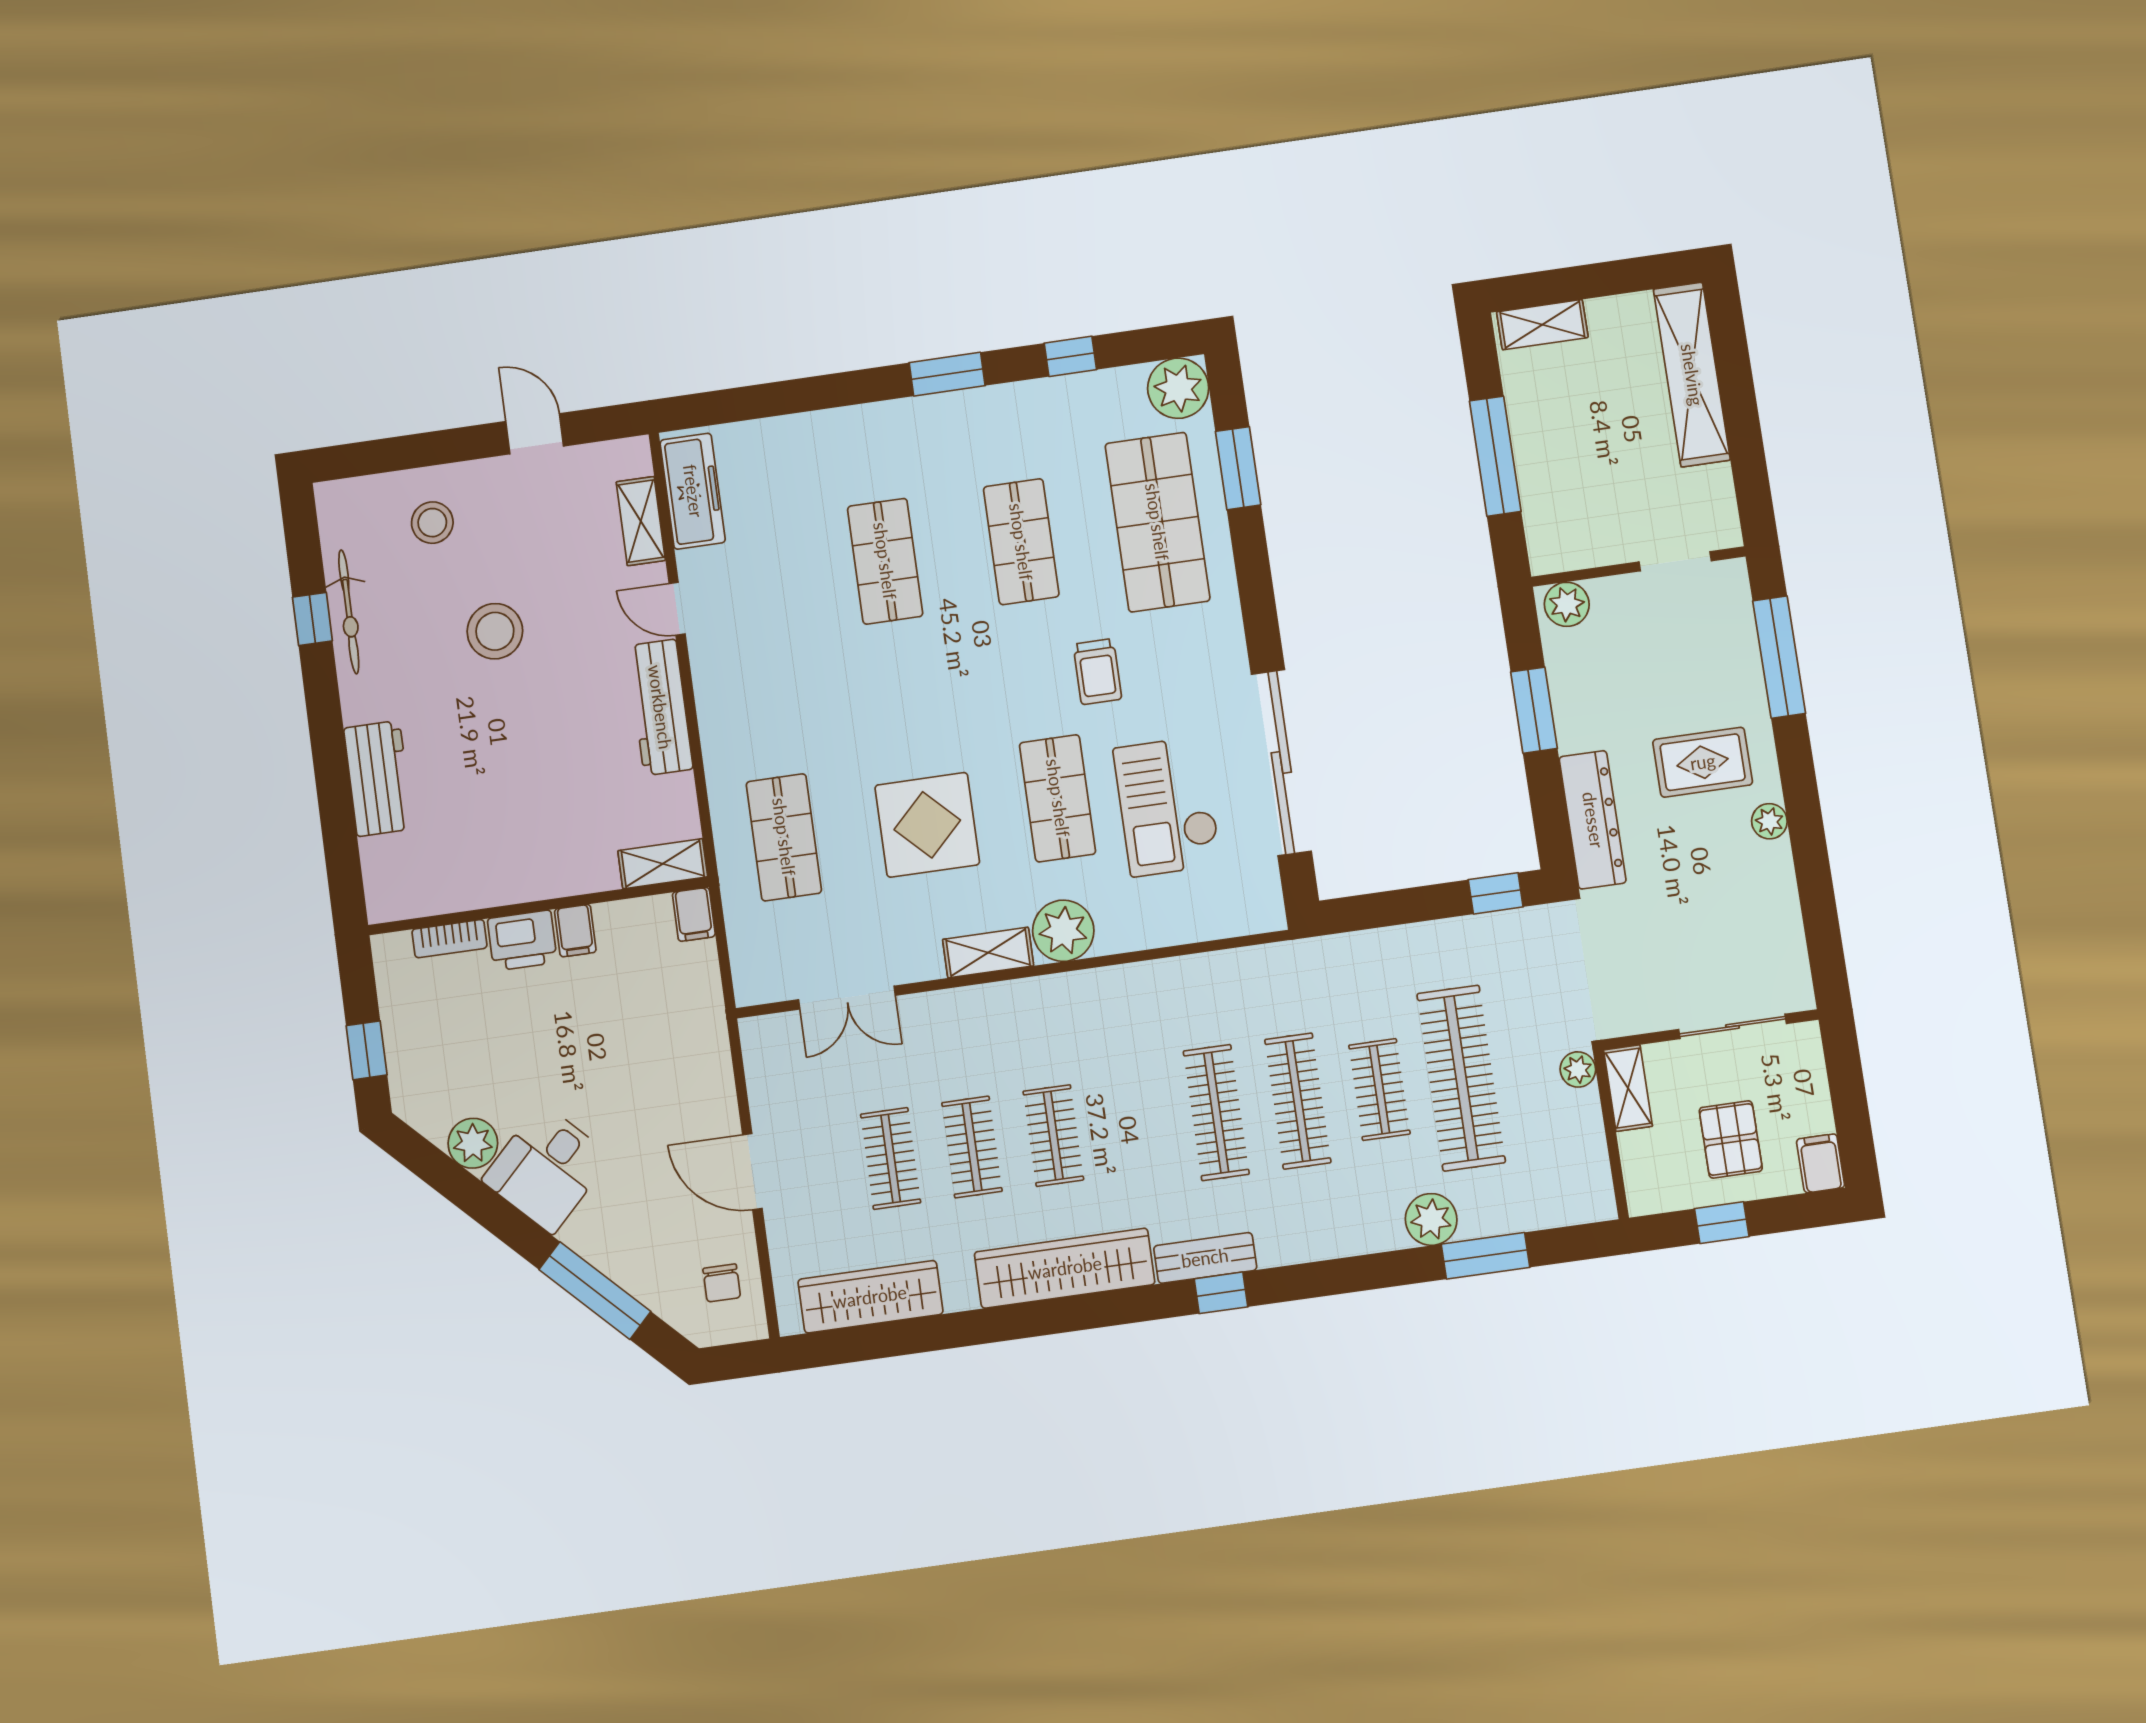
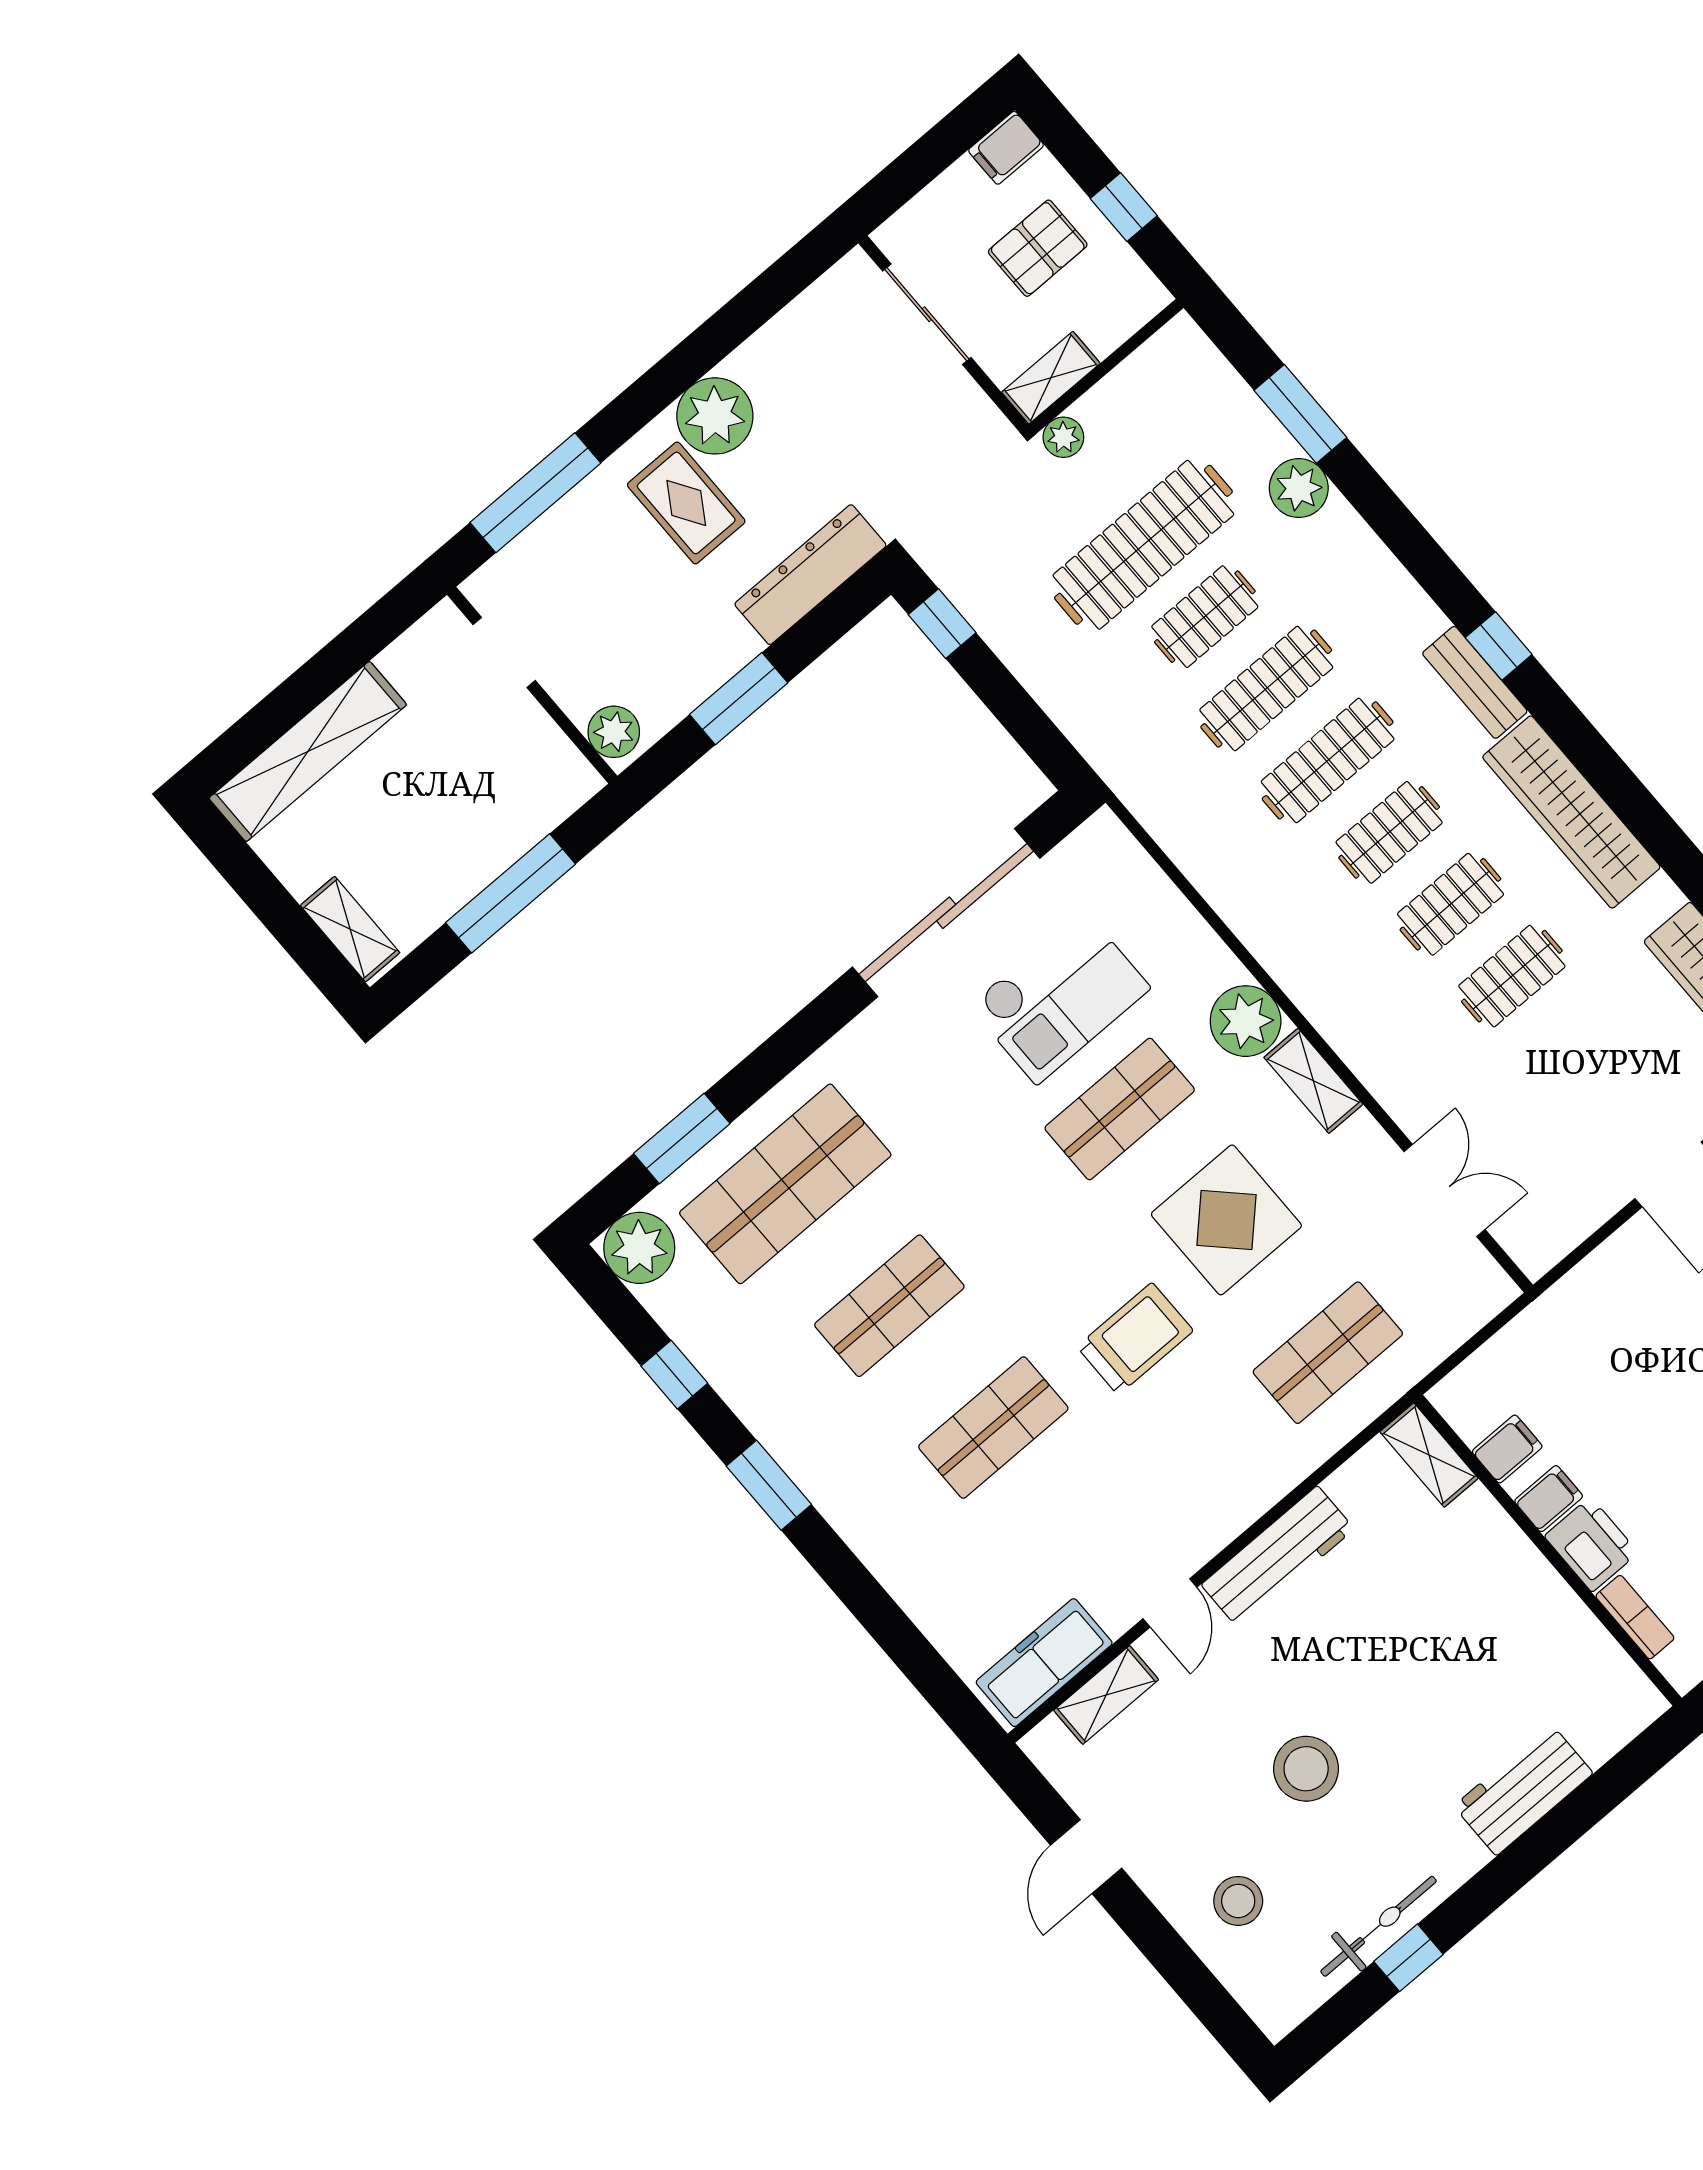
trolley: (1097, 672) -> (1135, 1339), moved, width x1.36, depth x1.39
plant: (1769, 821) -> (715, 416), width x1.88, depth x1.88
filing cabinet: (694, 914) -> (1507, 1449), moved
clothes rail: (891, 1158) -> (1389, 832), moved

